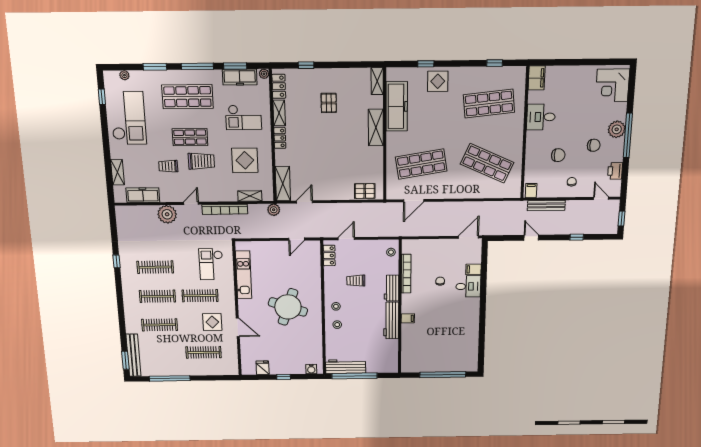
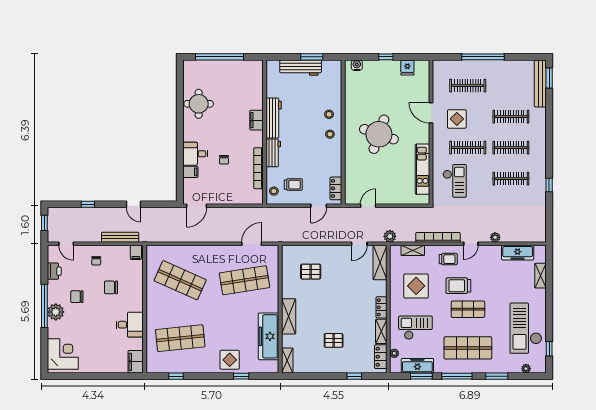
plant: (264, 74) -> (394, 353), moved
pallet: (329, 103) -> (334, 340), turned 90
trolley: (168, 166) -> (448, 259), moved
pallet: (365, 191) -> (311, 272), moved
plant: (167, 214) -> (495, 237), width x0.53, depth x0.53
trolley: (356, 281) -> (293, 185), moved
filing cabinet: (408, 318) -> (257, 120), width x2.00
round table: (464, 332) -> (199, 104), added
workbench: (346, 366) -> (301, 68), moved
window: (355, 376) -> (312, 57), width x0.47
window: (170, 378) -> (483, 57), moved

